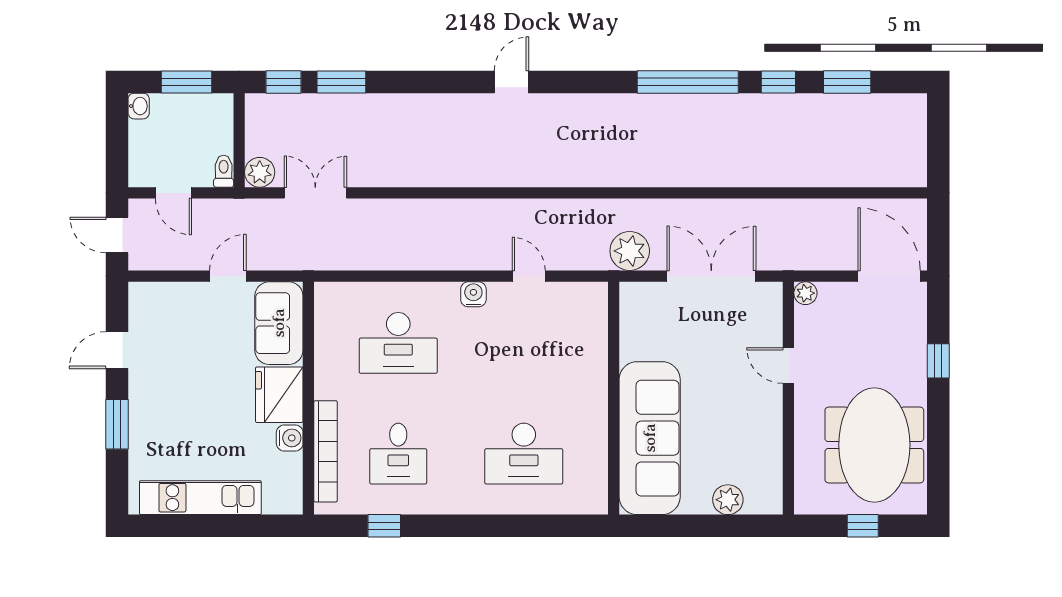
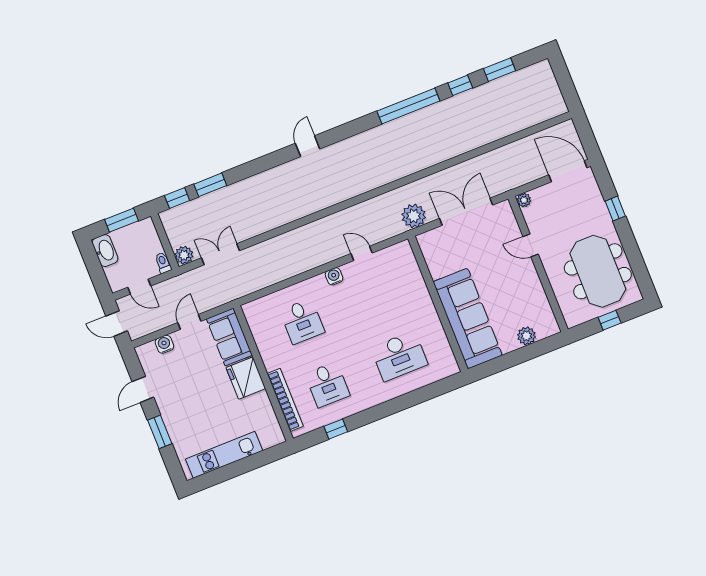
washbasin: (139, 106) -> (105, 251), width x1.91, depth x1.45
desk: (398, 343) -> (302, 321), width x0.73
water cooler: (290, 438) -> (164, 344), moved, turned -90

